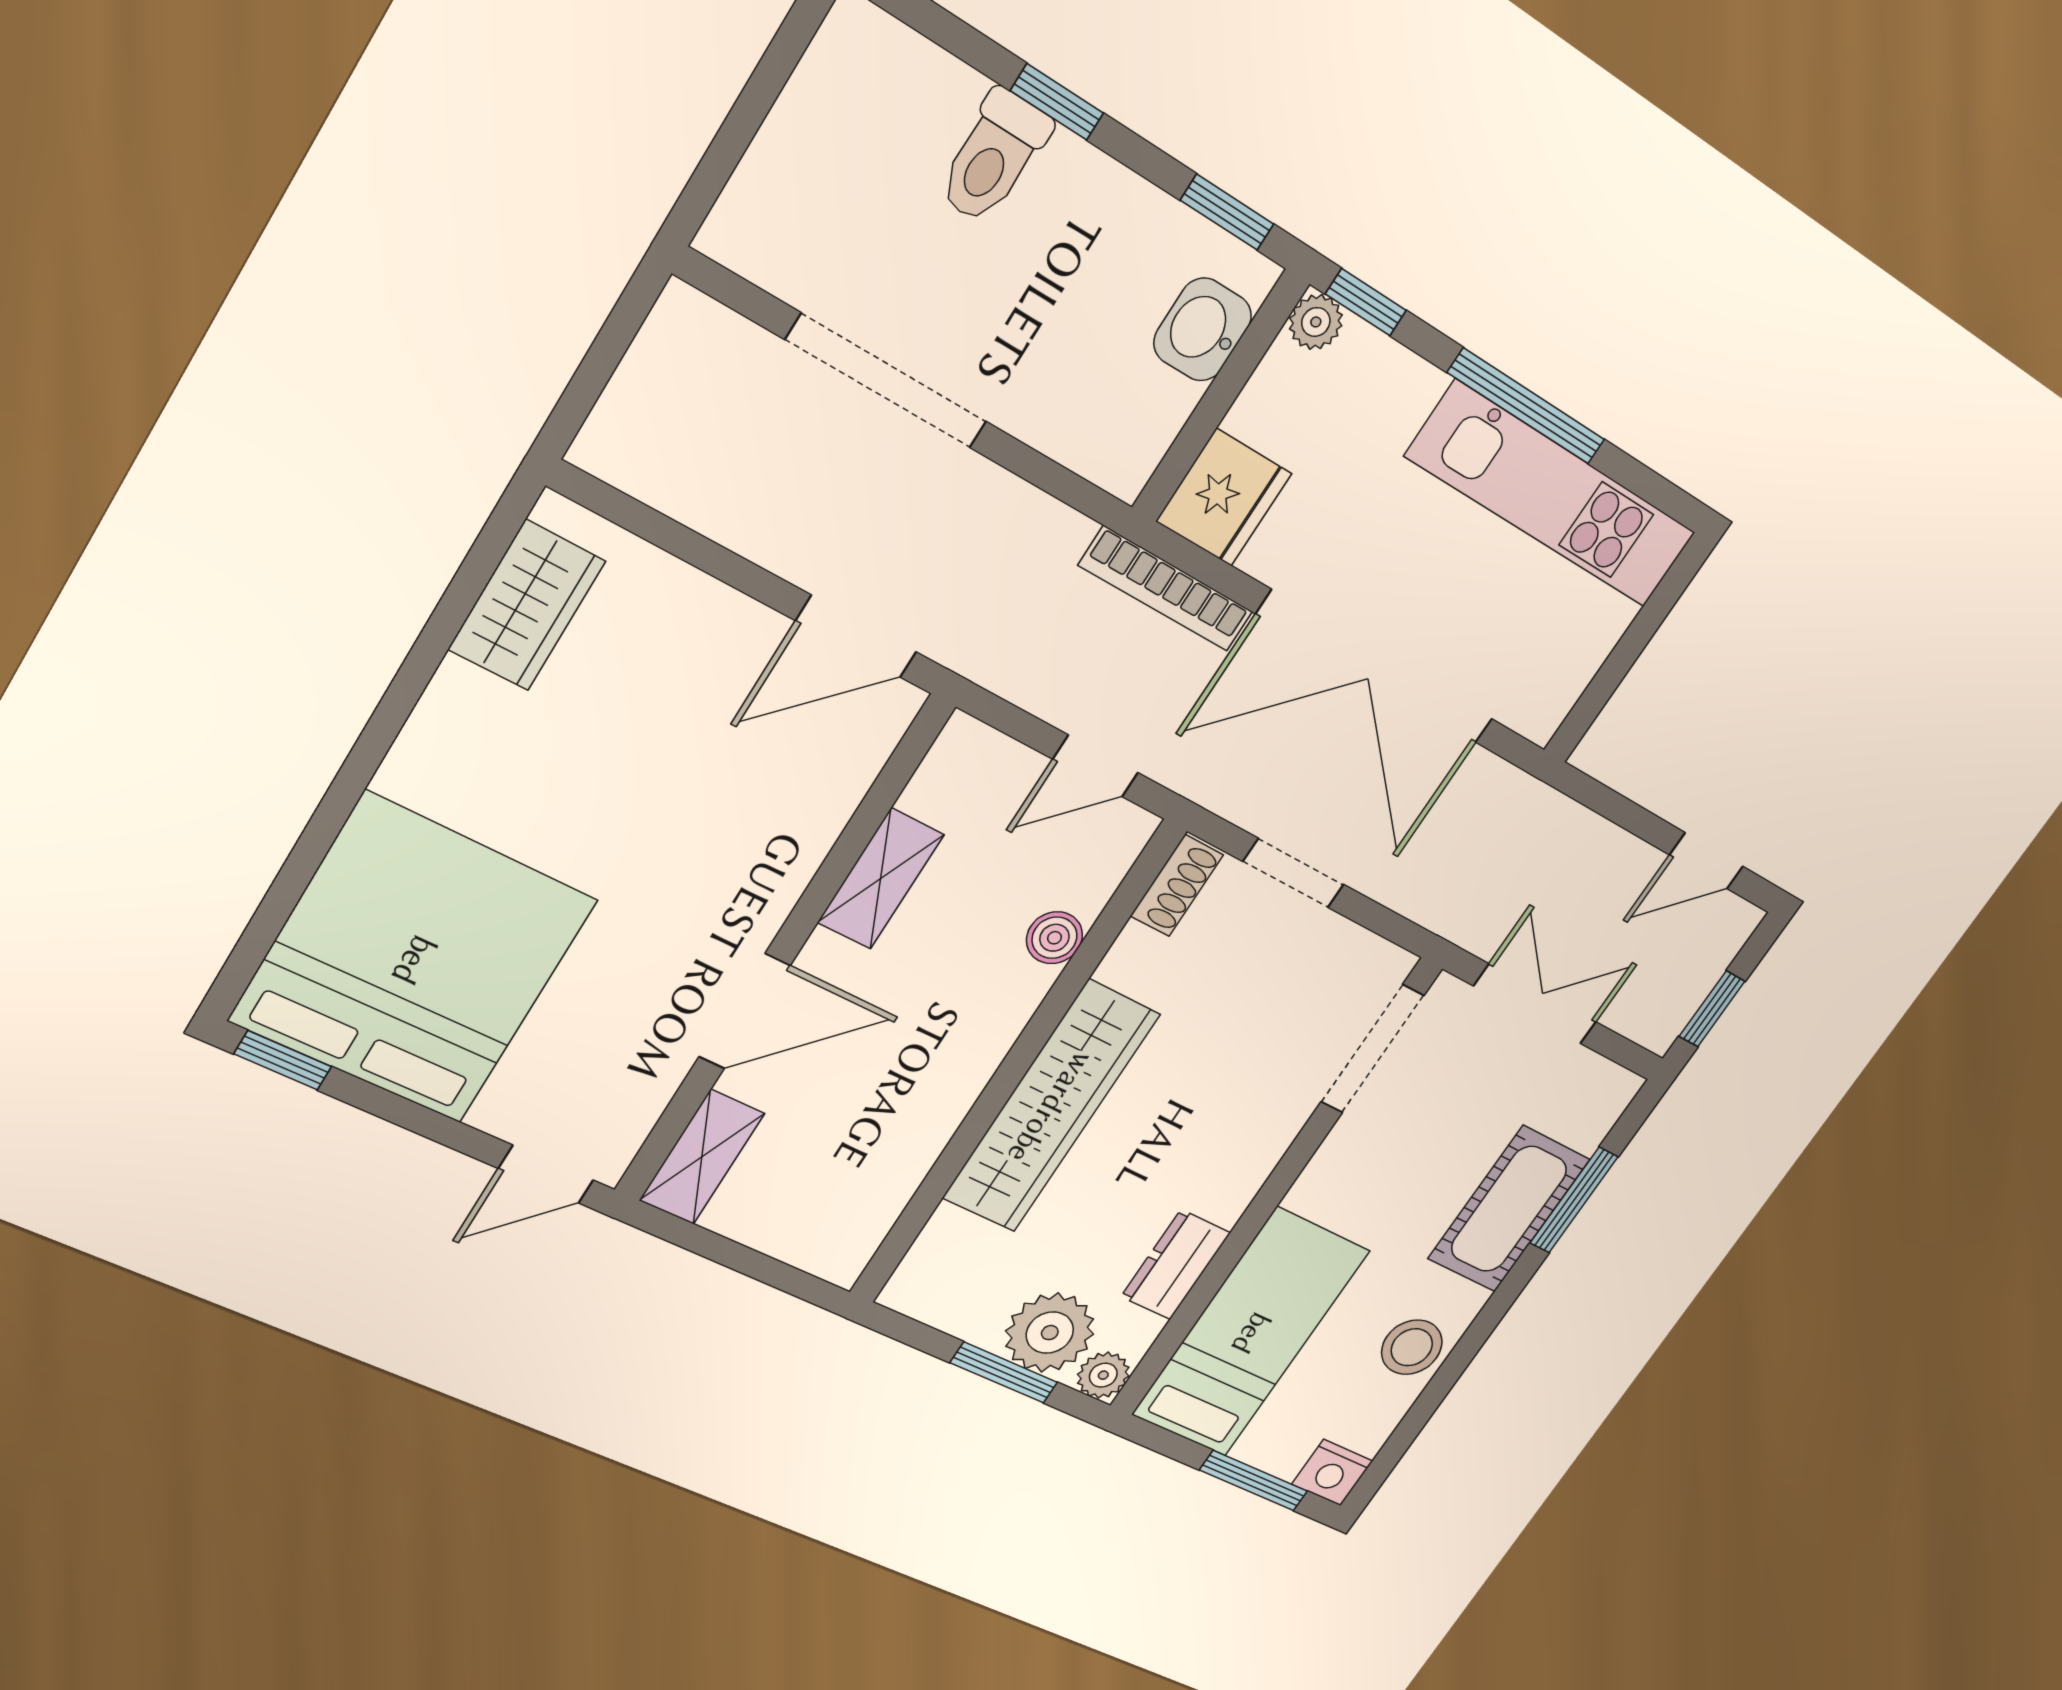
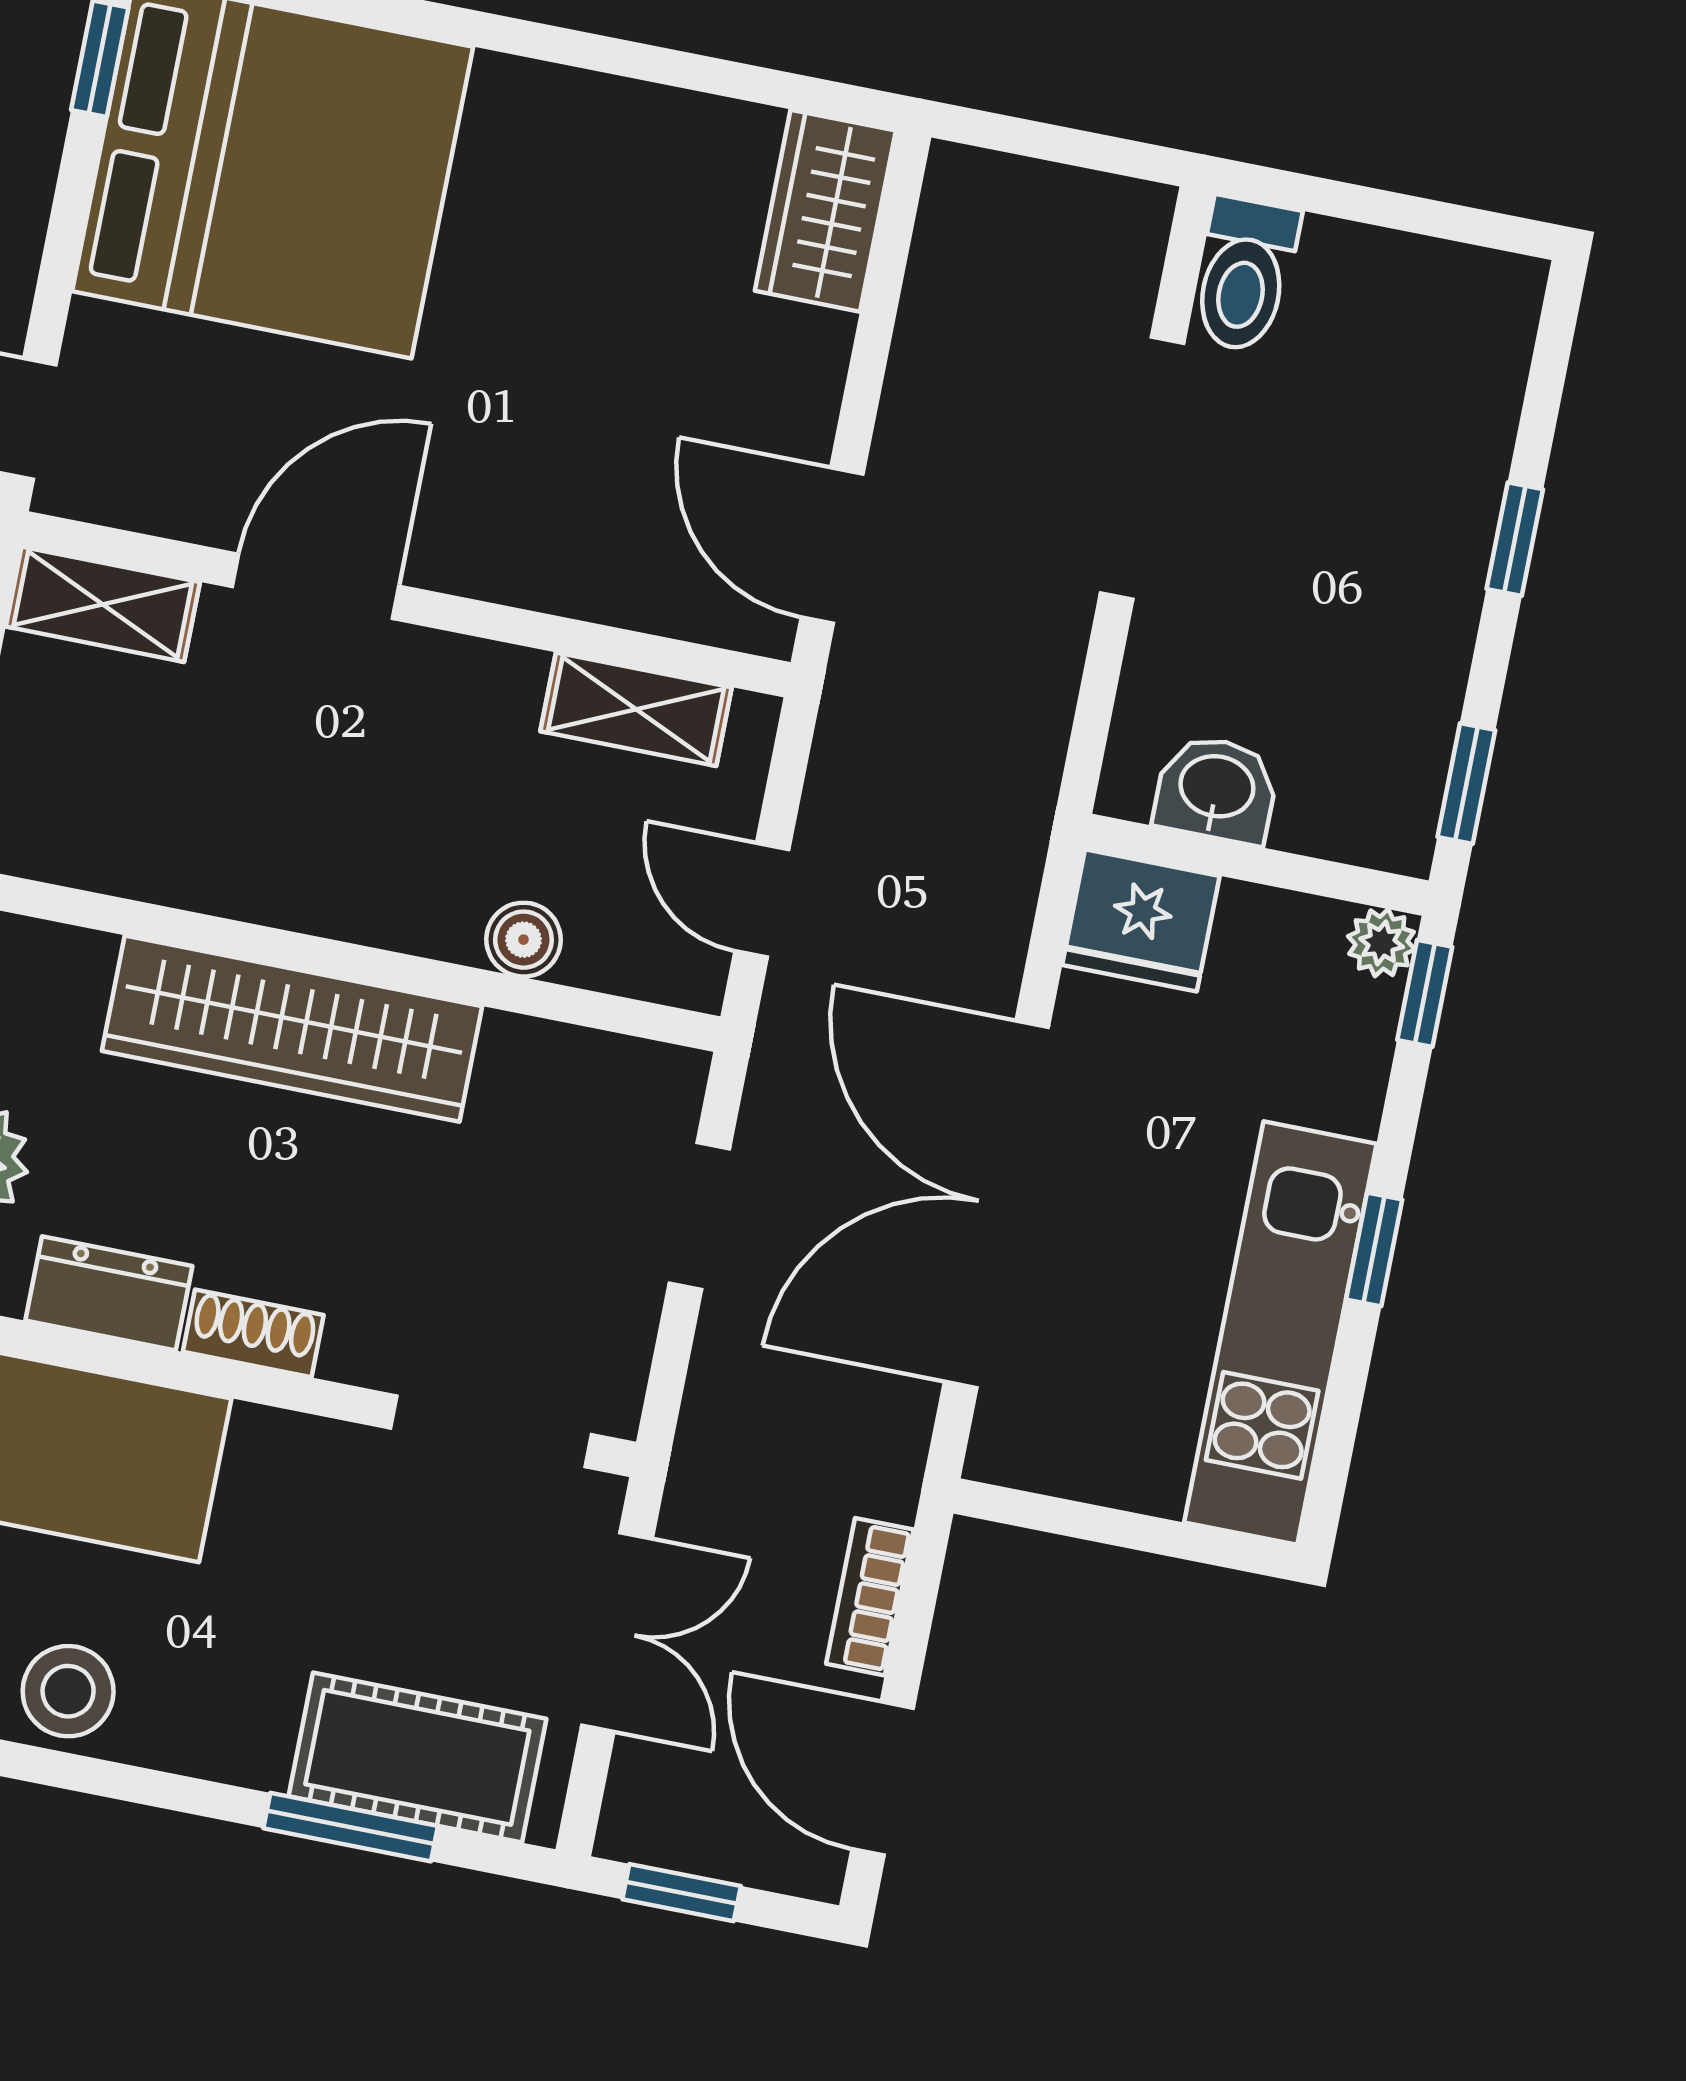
toilet: (993, 157) -> (1245, 275), moved, turned -90
washbasin: (1203, 330) -> (1216, 789), moved
window: (1526, 406) -> (1374, 1249), width x0.46
bookcase: (1166, 589) -> (870, 1597), moved, width x0.64
wardrobe: (527, 605) -> (825, 211), moved, turned 90
door: (1706, 861) -> (883, 1779), width x1.38
shelving: (881, 879) -> (636, 709), moved
shoe rack: (1177, 885) -> (253, 1333), moved, turned 180
door: (744, 1011) -> (316, 586), swing flipped
cot: (1509, 1209) -> (417, 1757), moved

